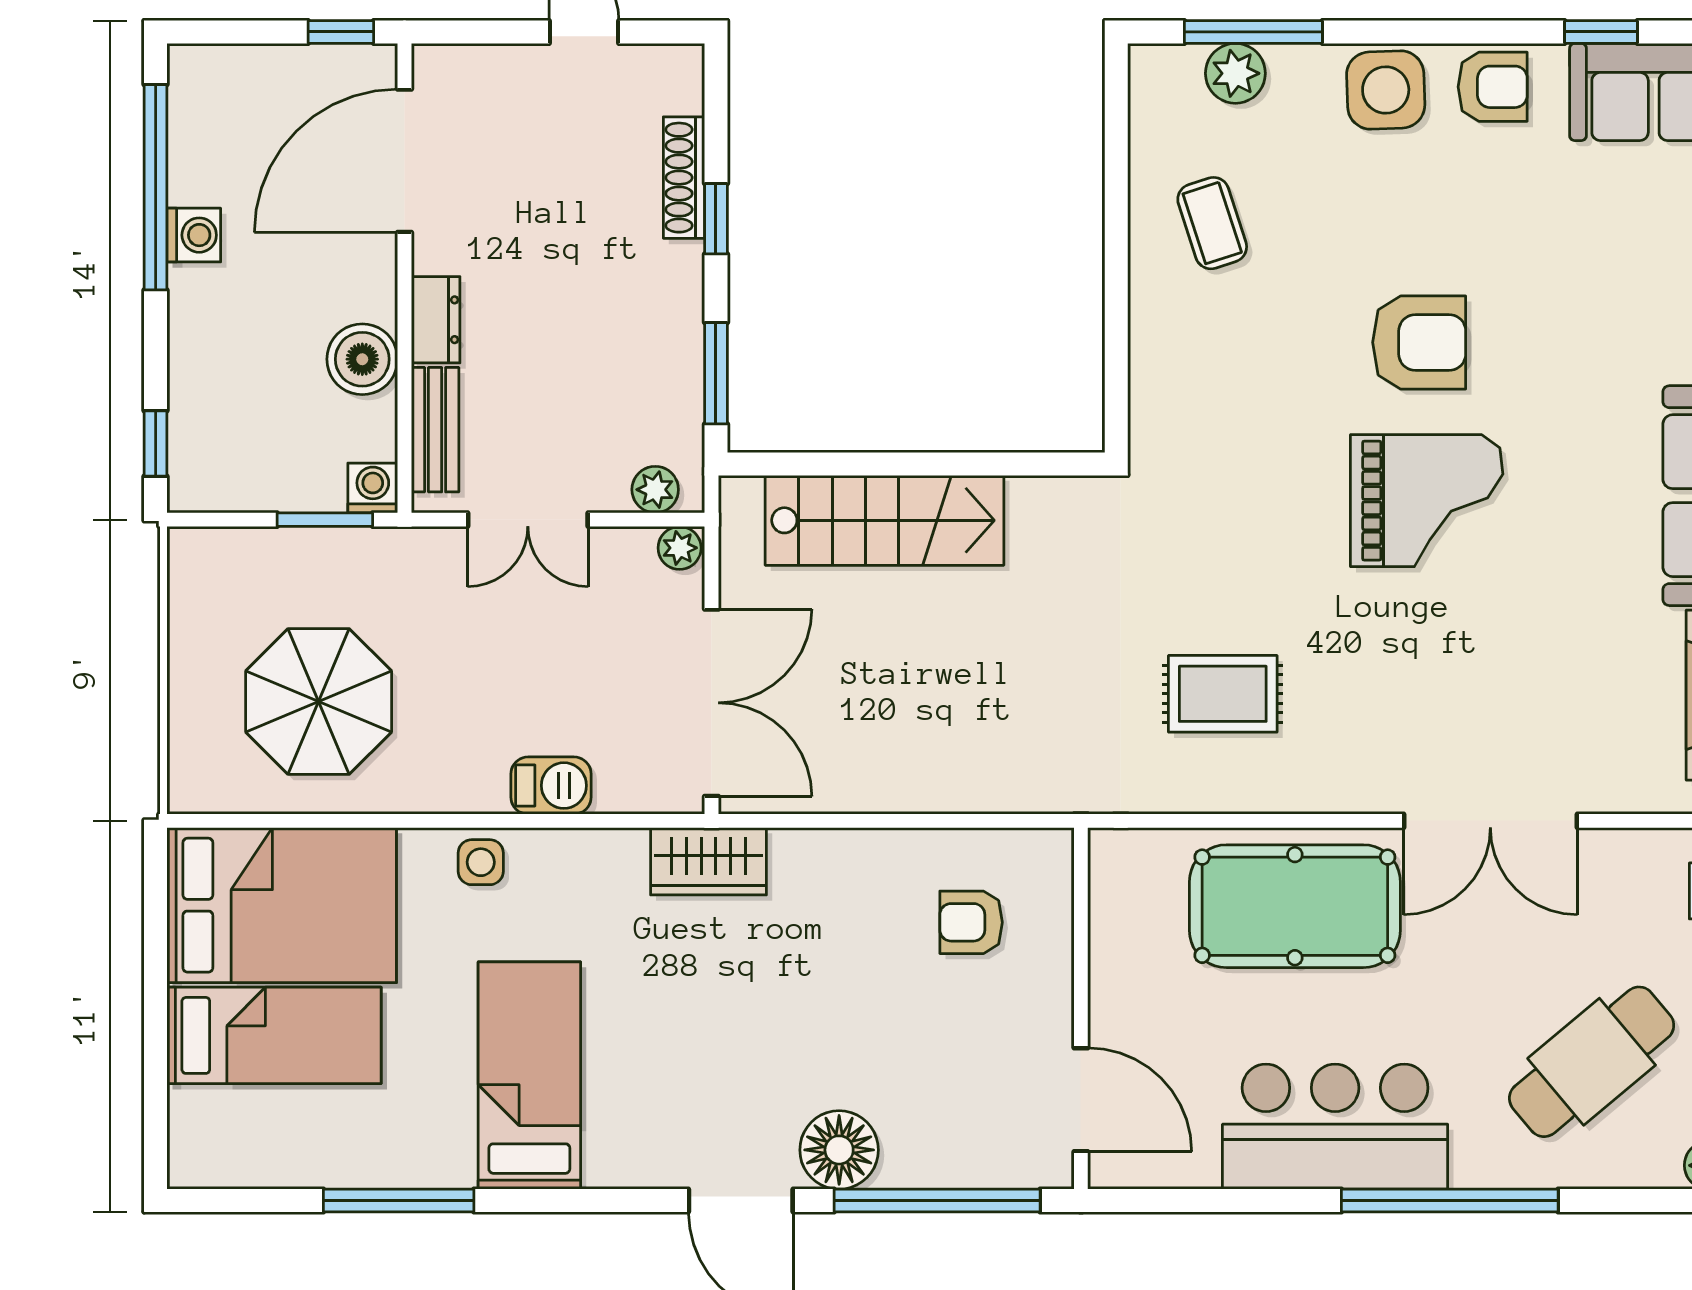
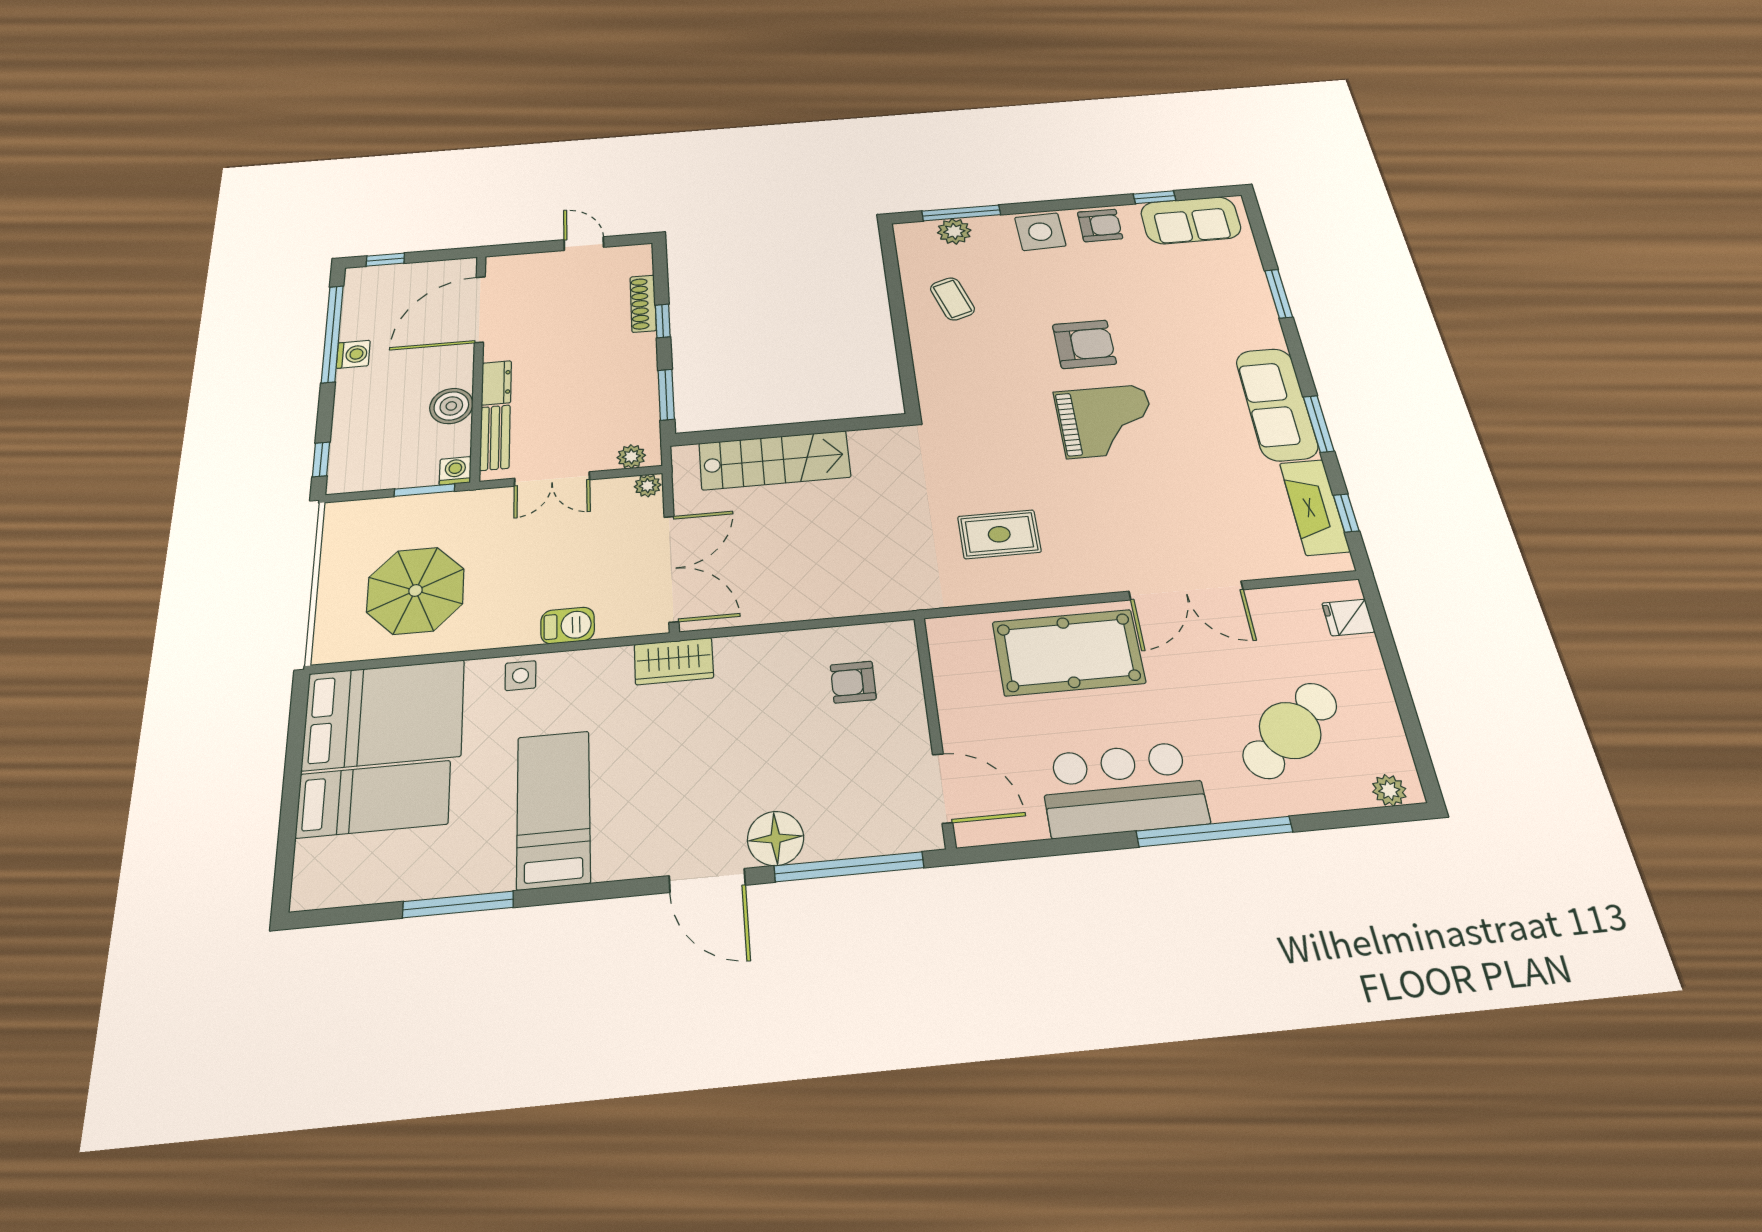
window: (341, 32) -> (385, 260), moved

